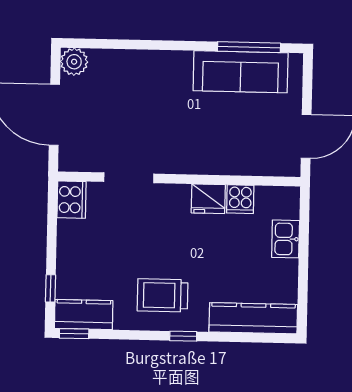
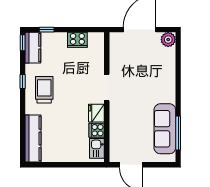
doorway: (129, 178) -> (107, 87), moved
cooker: (71, 200) -> (77, 40), moved
kitchen sink: (286, 239) -> (97, 148), moved, turned -90
window: (183, 336) -> (23, 82), moved

